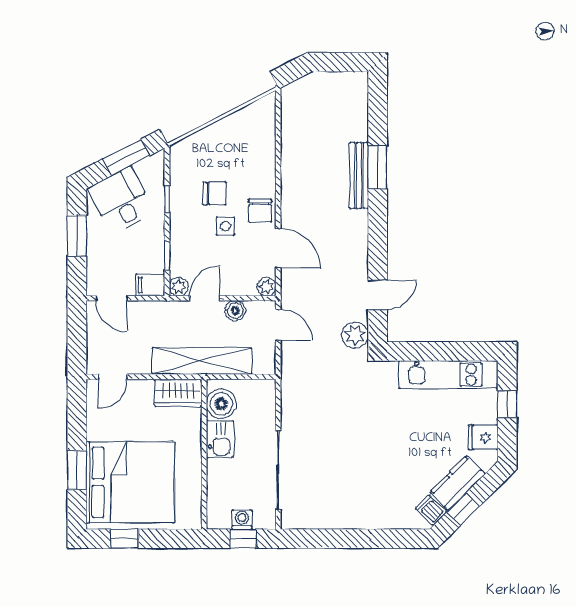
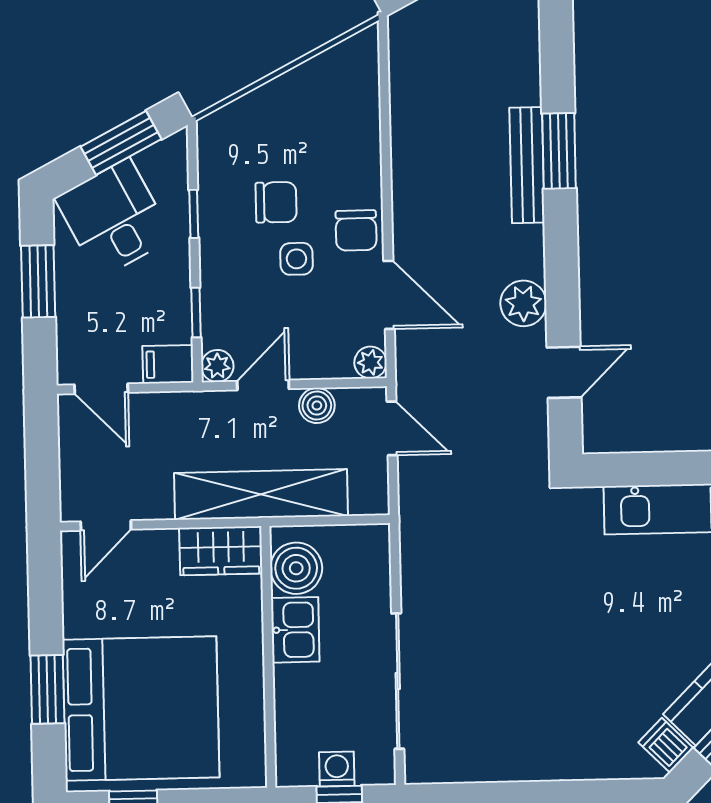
plant: (355, 335) -> (523, 303), moved

